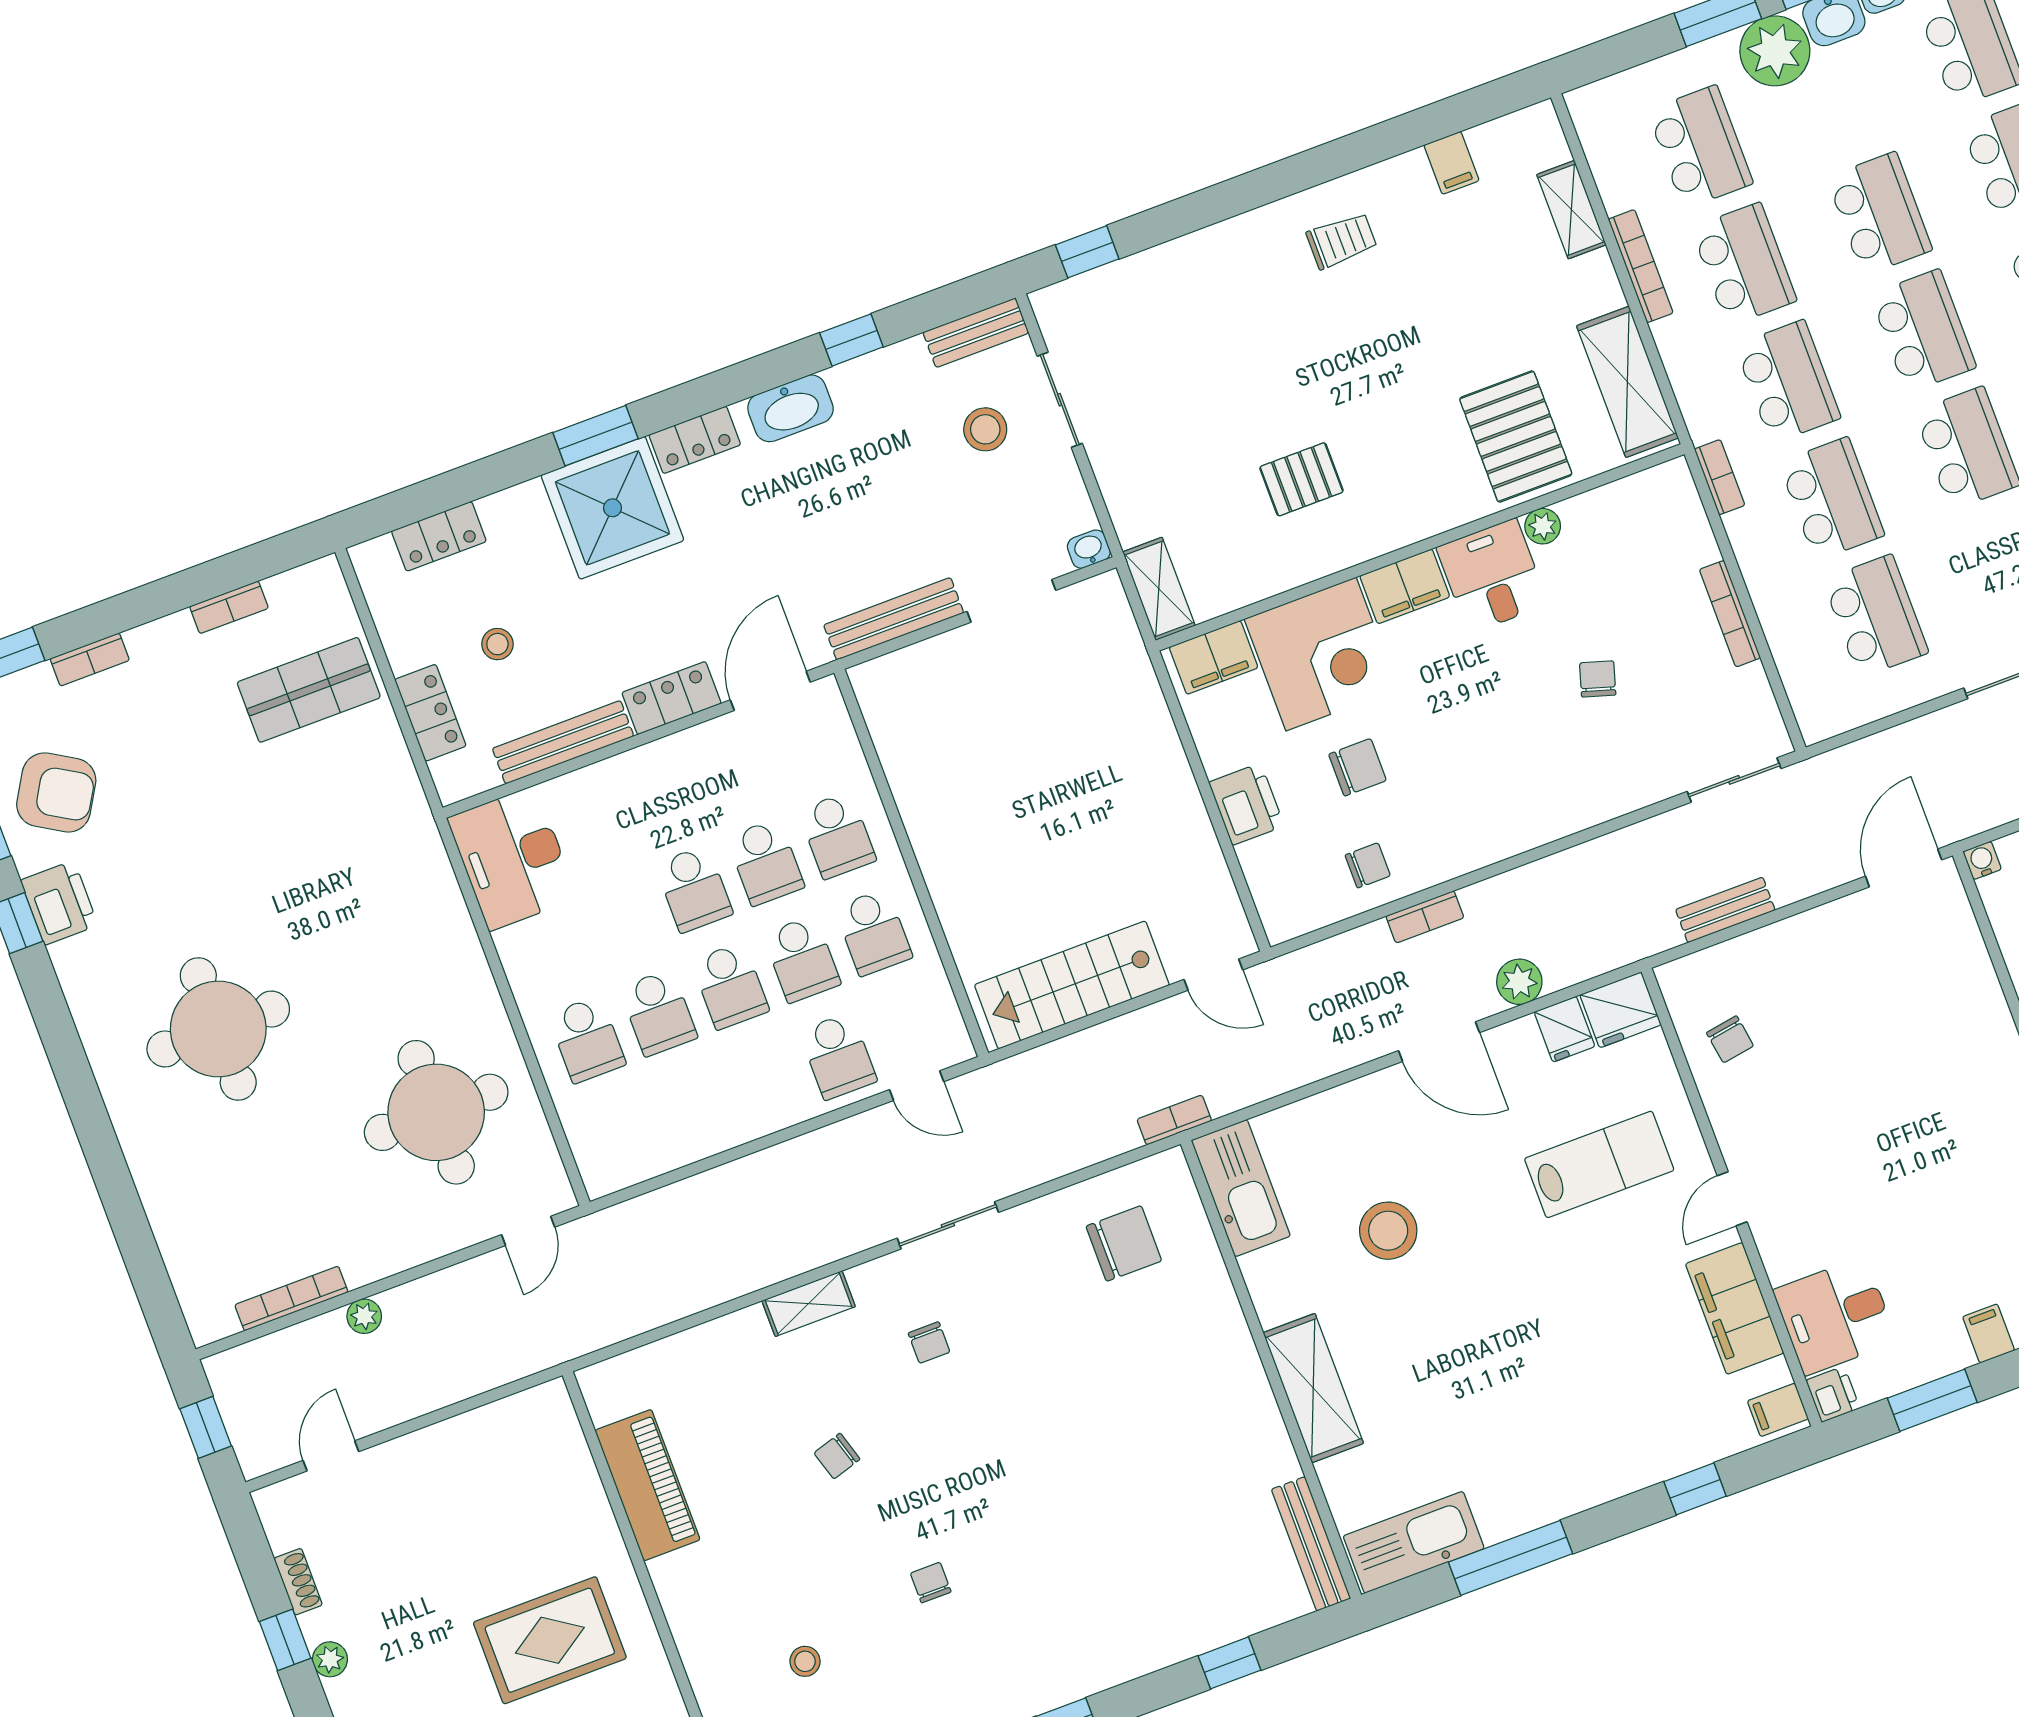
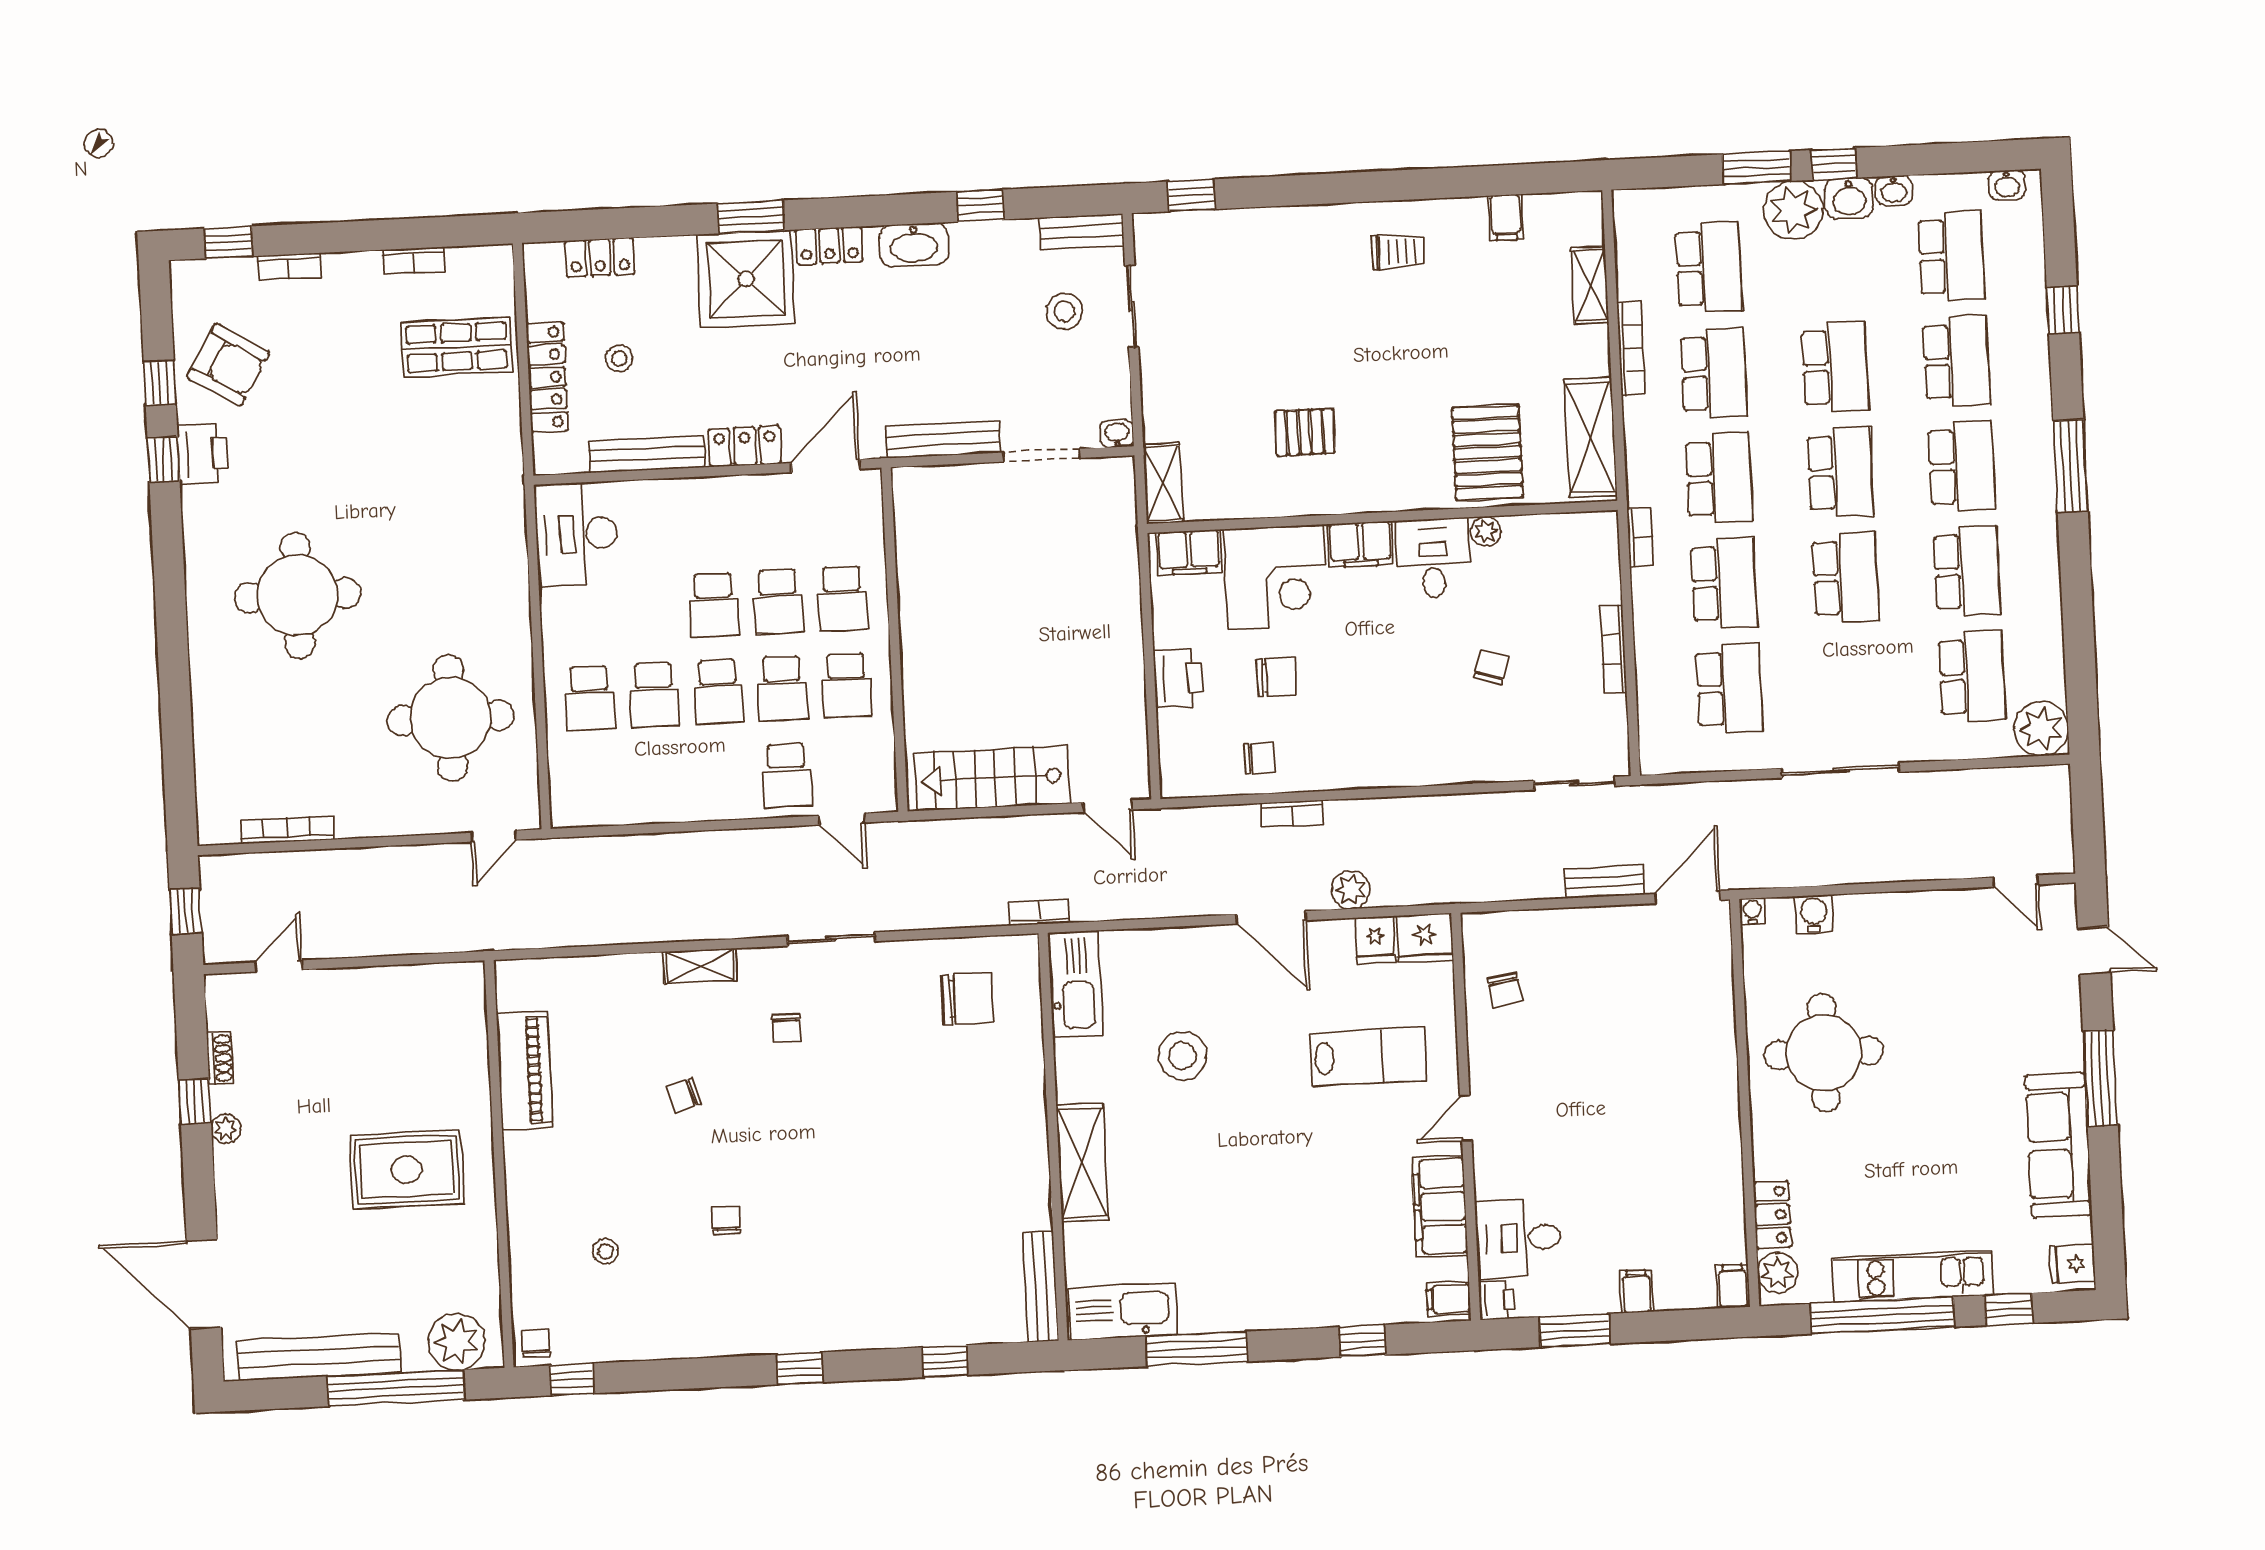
locker: (430, 713) -> (547, 377), width x1.53
bench: (1725, 910) -> (1605, 882), moved
plant: (364, 1316) -> (341, 863), removed

